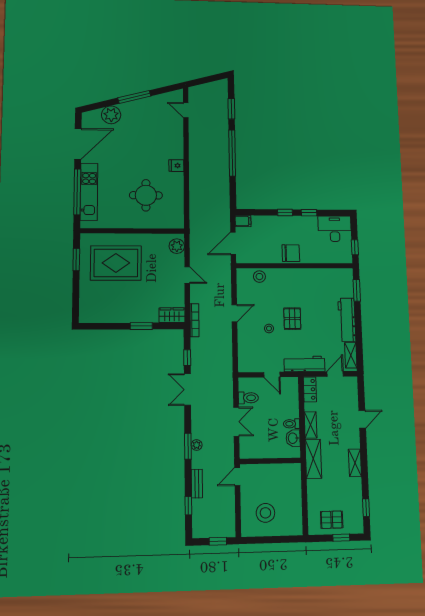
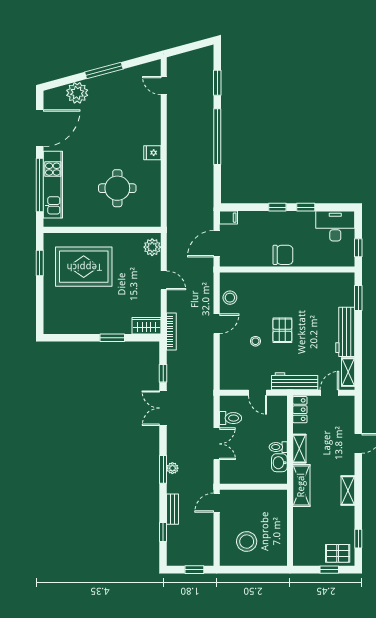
stool: (259, 277) -> (230, 298), moved
pallet: (332, 520) -> (338, 553), moved

